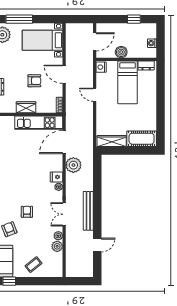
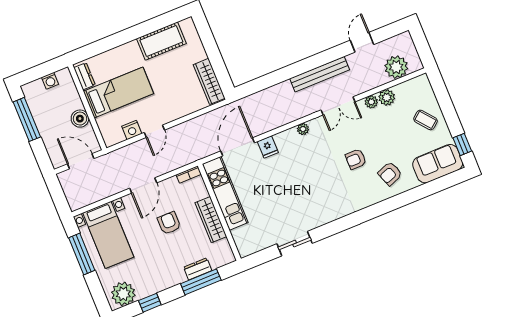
window: (19, 19) -> (82, 254), moved
window: (134, 19) -> (27, 119), width x2.17
nightstand: (101, 67) -> (132, 130), moved
wardrobe: (26, 107) -> (211, 220), width x1.50
cot: (142, 139) -> (161, 41), moved, turned 90
door: (64, 142) -> (238, 147), swing flipped
plant: (73, 165) -> (396, 67), moved
fridge: (56, 177) -> (268, 147), moved
door: (97, 245) -> (362, 42), hinge flipped

